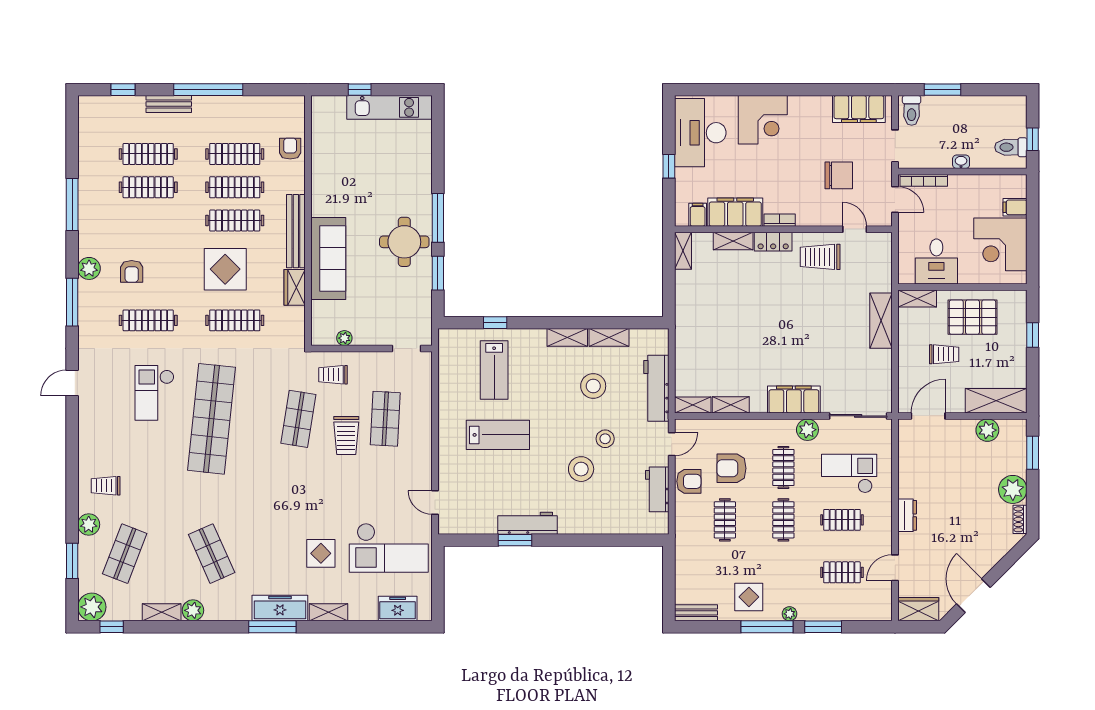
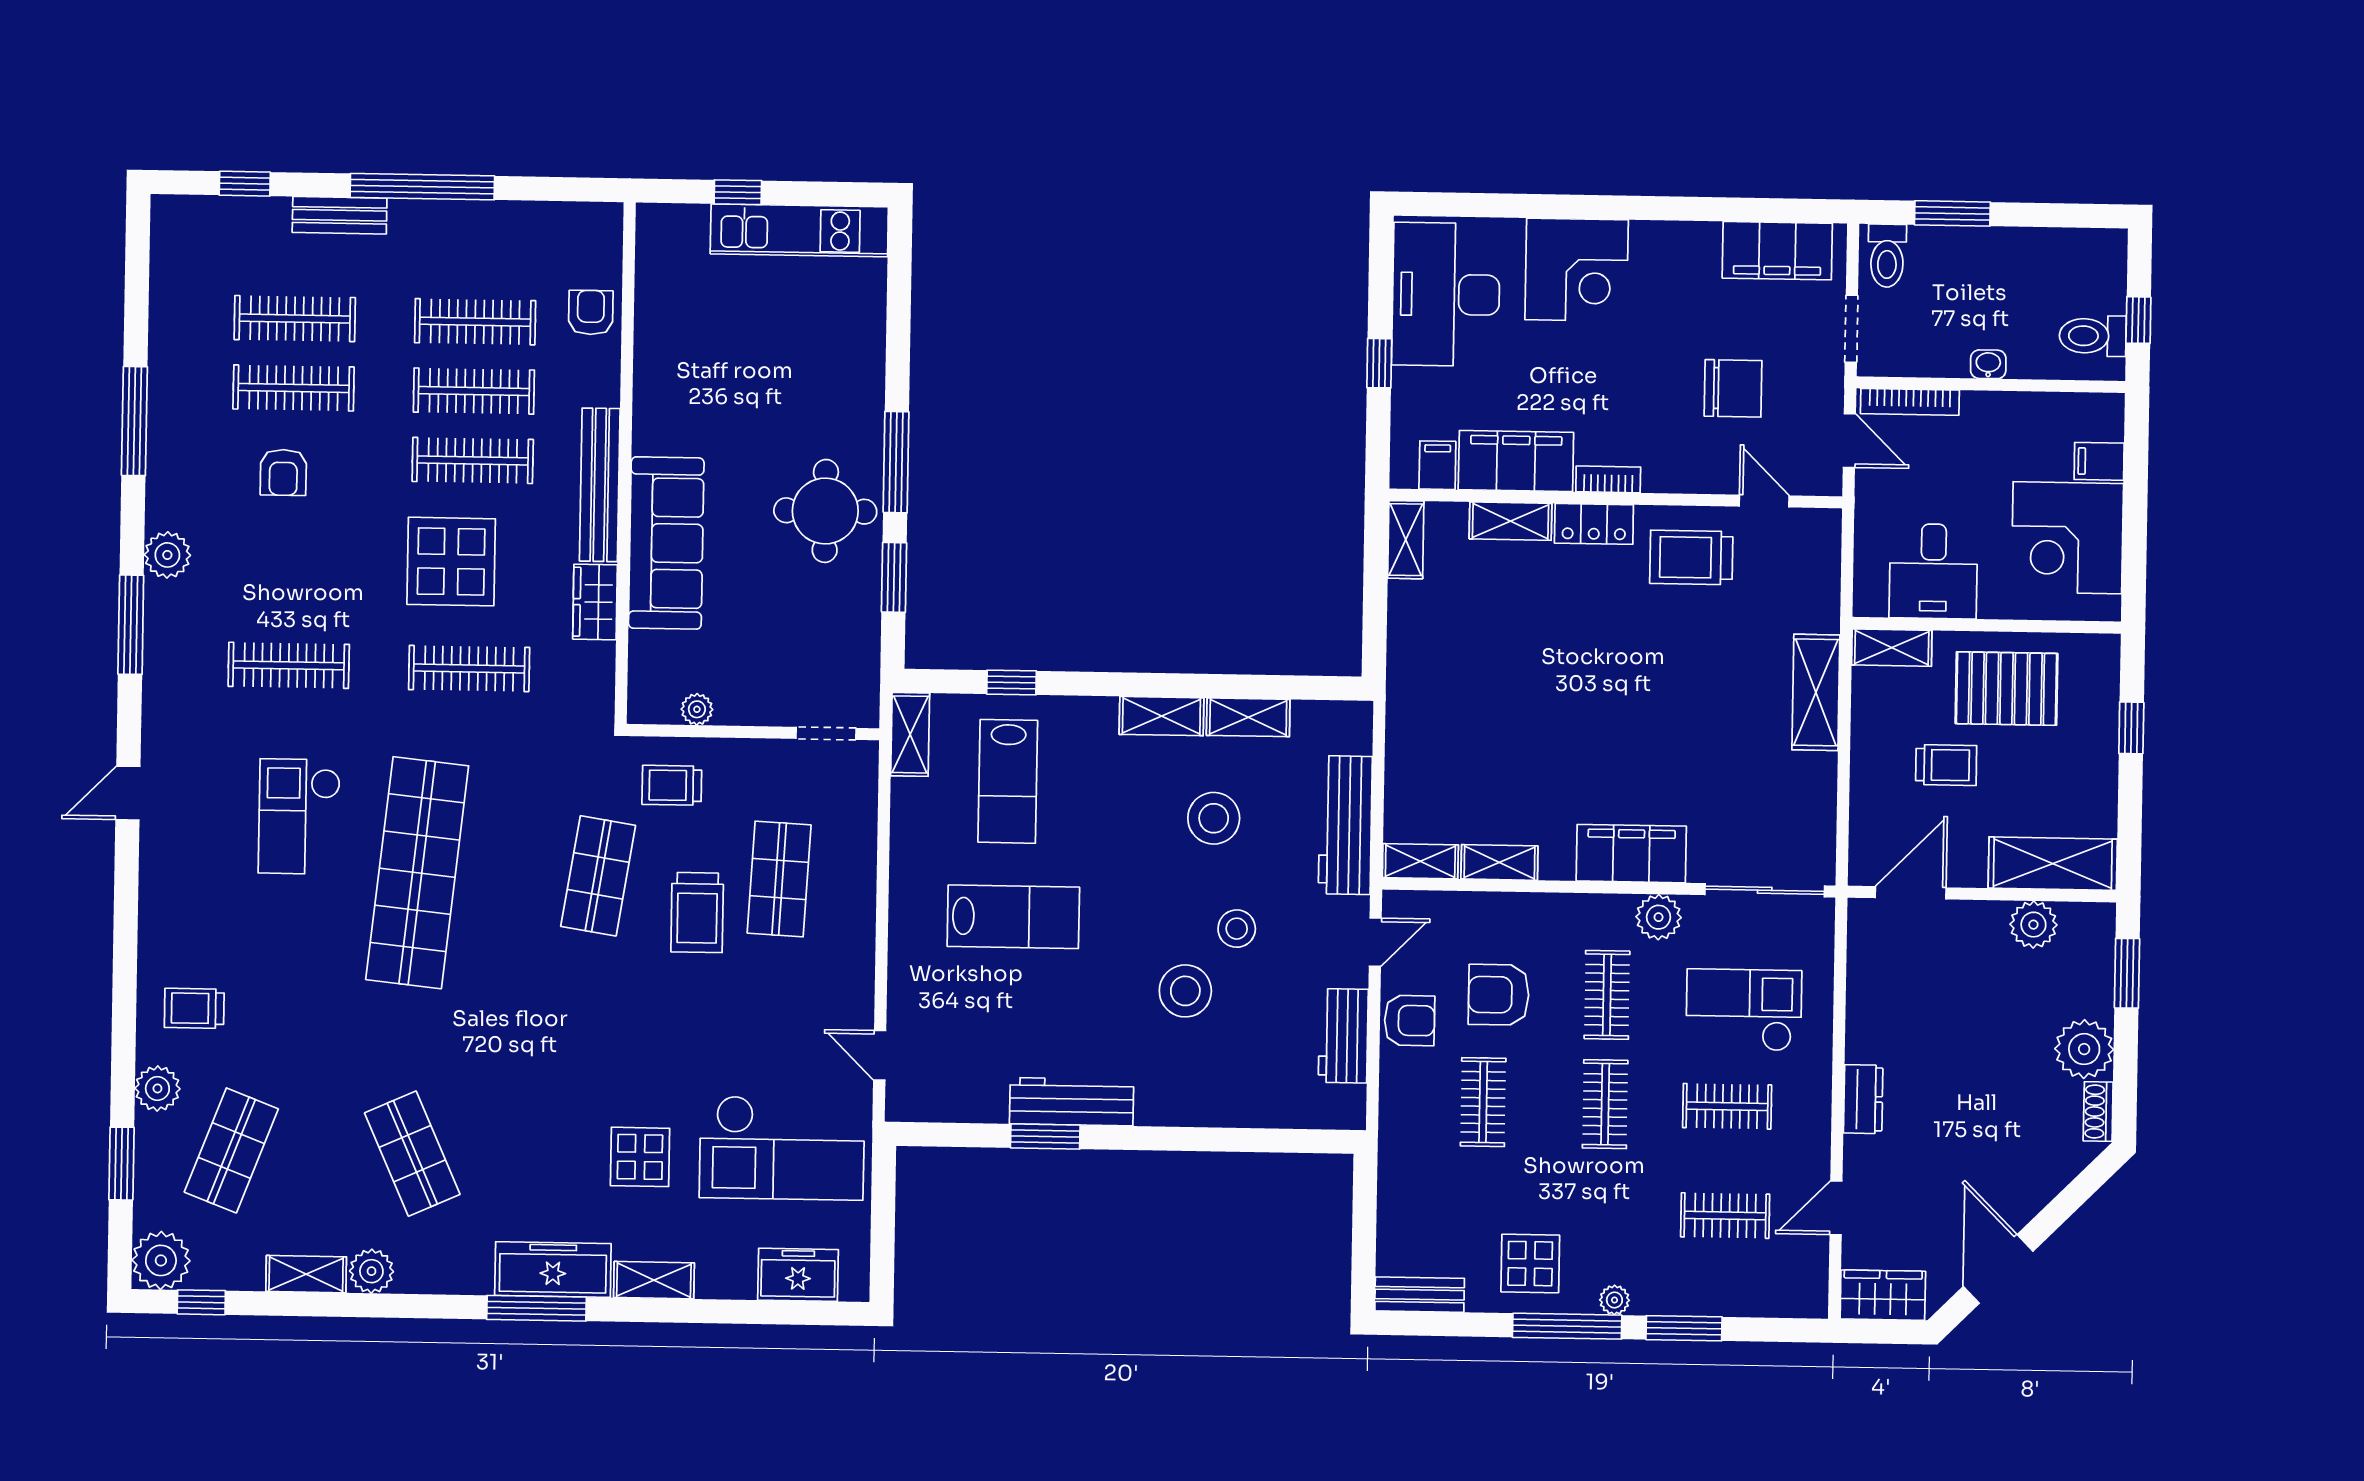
armchair: (132, 271) -> (283, 472), moved
shelving: (447, 348) -> (910, 734), added

